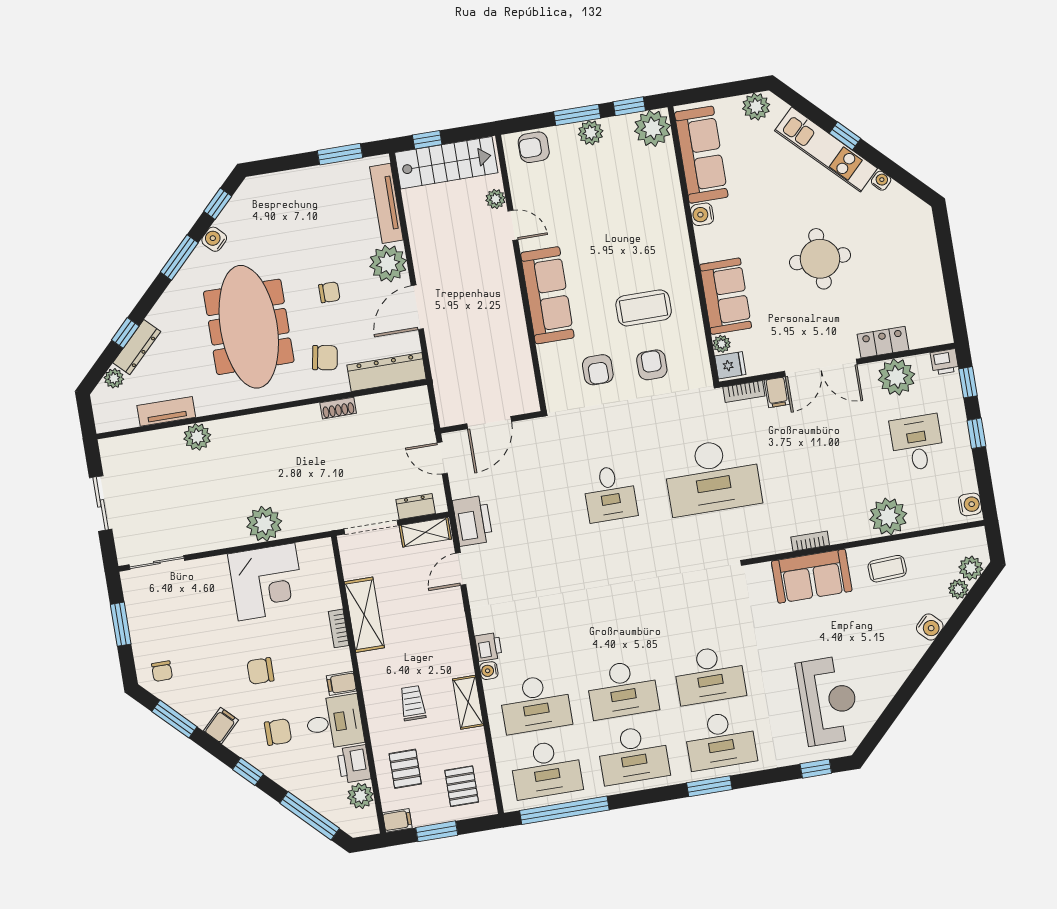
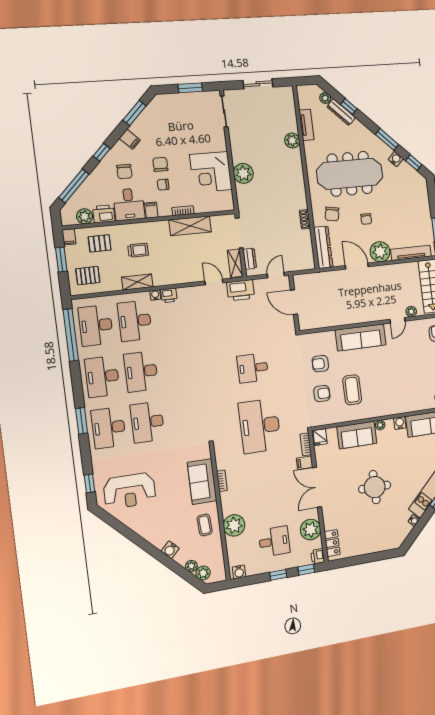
locker: (883, 342) -> (332, 543), moved
plant: (722, 344) -> (380, 425), moved
chair: (162, 671) -> (163, 185), moved

